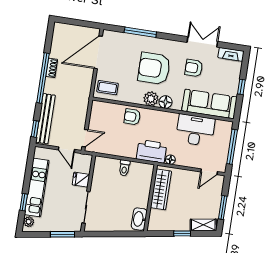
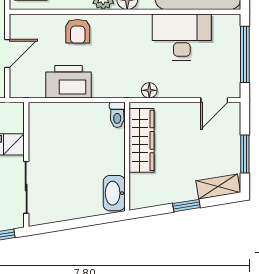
armchair: (132, 117) -> (78, 31), turned -90
door: (85, 138) -> (7, 53), moved
printer: (152, 151) -> (69, 82), moved
toilet: (124, 168) -> (117, 115), moved

